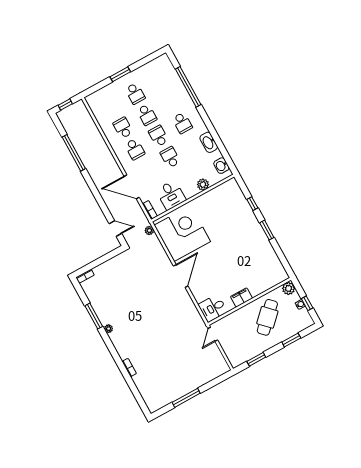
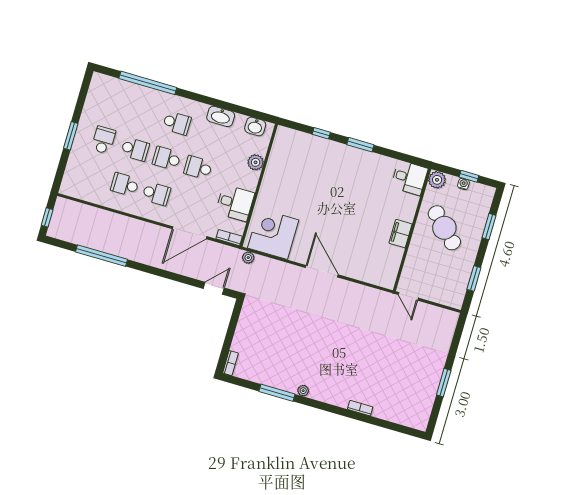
school desk: (135, 94) -> (104, 140), turned -90
corner desk: (182, 233) -> (273, 234), width x0.74, depth x0.74
desk: (213, 308) -> (409, 178), moved, turned -90
window: (186, 398) -> (444, 383), width x0.69

